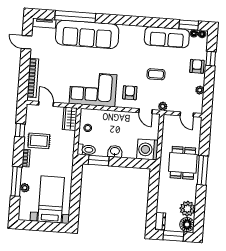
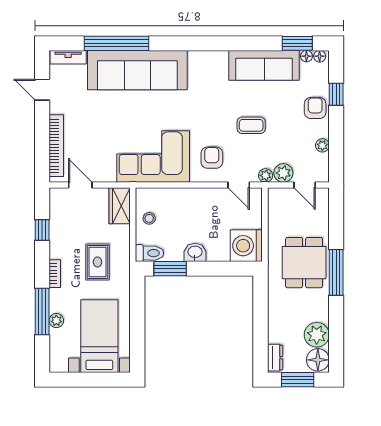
plant: (174, 106) -> (283, 173), added
rug: (39, 141) -> (98, 262), moved, turned 90

